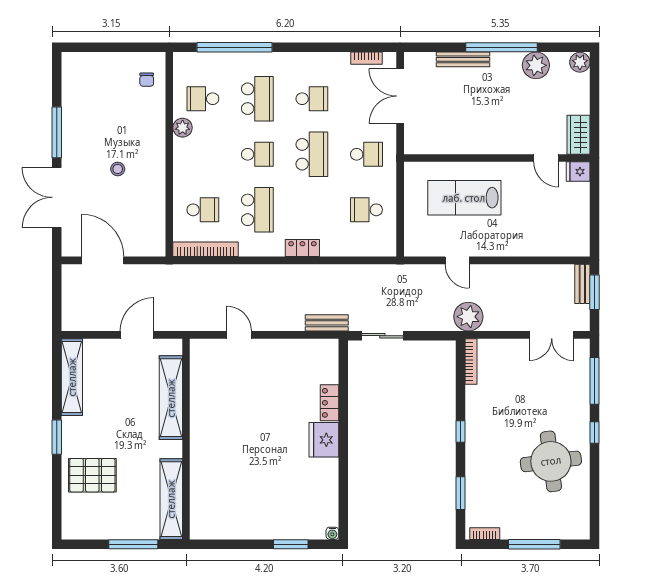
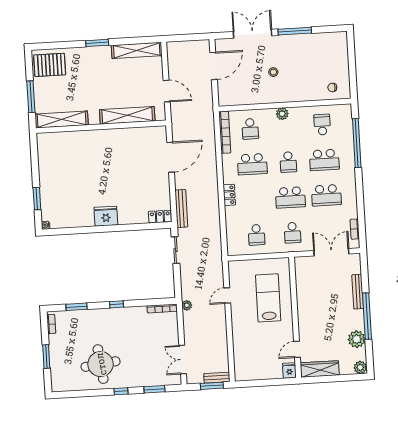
school desk: (312, 99) -> (326, 195), width x1.85
plant: (183, 128) -> (282, 114), moved
wardrobe: (579, 135) -> (320, 369), width x1.50
school desk: (366, 210) -> (256, 235), turned 180
plant: (468, 317) -> (187, 305), width x0.53, depth x0.53
bench: (327, 323) -> (181, 208), width x1.36
door: (239, 335) -> (171, 157), width x1.88
window: (595, 381) -> (154, 389), width x0.69
locker: (329, 403) -> (160, 217), moved
pallet: (92, 475) -> (50, 65), moved, turned 90
window: (534, 544) -> (46, 356), width x0.69

